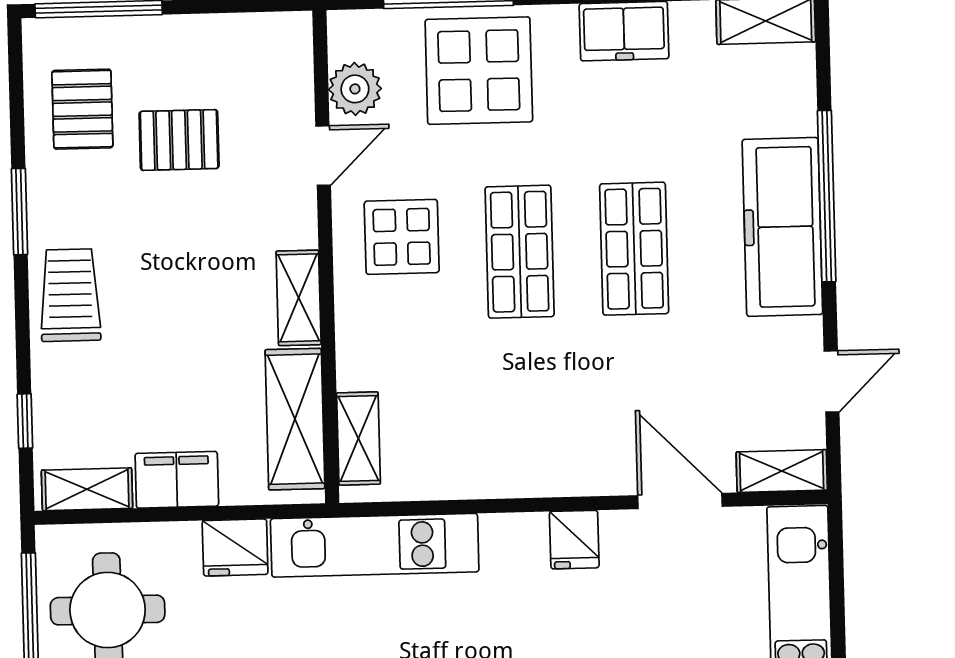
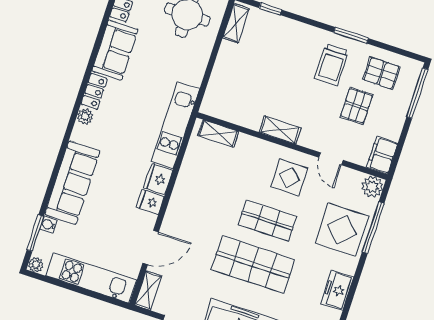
plant: (355, 89) -> (372, 187), moved
shop shelf: (634, 249) -> (253, 264), width x1.43, depth x1.36
trolley: (70, 295) -> (332, 65), moved, turned 90
shelving: (295, 419) -> (234, 112), removed
filing cabinet: (177, 480) -> (382, 155), moved, turned 180
fridge: (235, 547) -> (158, 179), moved

